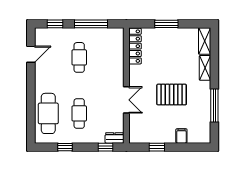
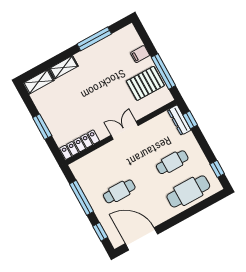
door: (31, 54) -> (141, 239), width x1.87
pallet: (172, 95) -> (145, 83), moved, turned 90
double door: (126, 100) -> (125, 130), moved
dresser: (114, 138) -> (179, 120), width x1.44
window: (65, 147) -> (217, 169), moved
window: (157, 147) -> (163, 71), width x2.17

